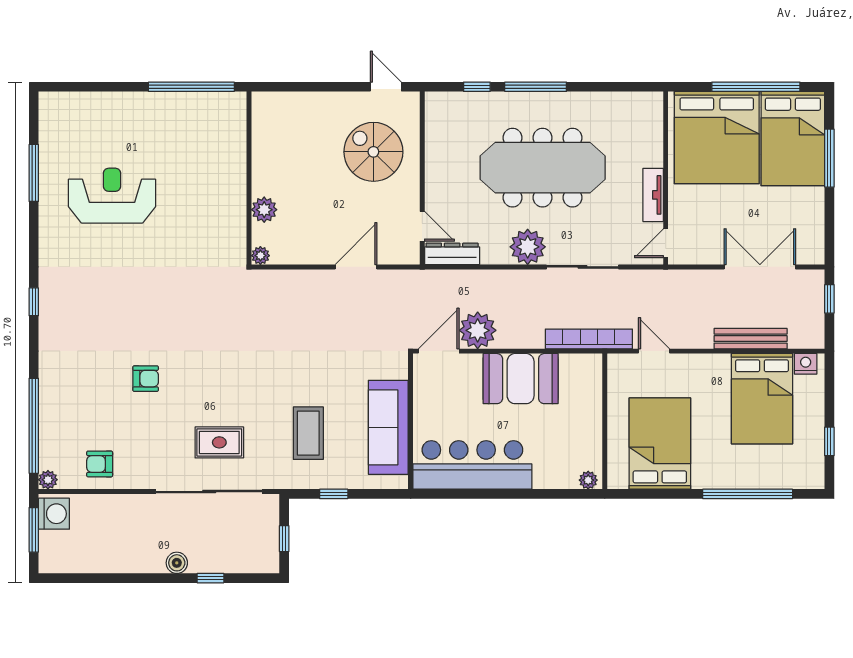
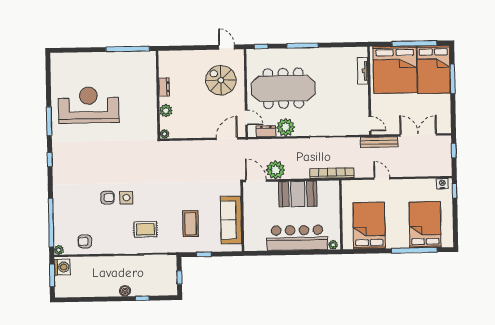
window: (477, 87) -> (261, 46), moved
dresser: (262, 163) -> (164, 87), added
meeting table: (543, 168) -> (283, 88), moved
window: (34, 173) -> (49, 121), moved
tv unit: (653, 195) -> (363, 71), moved
reception desk: (112, 196) -> (89, 105), width x1.36, depth x1.30
door: (666, 243) -> (370, 124), swing flipped
plant: (528, 247) -> (286, 127), moved
dresser: (452, 254) -> (266, 131), width x0.70
door: (356, 267) -> (227, 139), moved
bench: (751, 339) -> (379, 142), moved
door: (439, 351) -> (256, 181), hinge flipped
door: (654, 351) -> (382, 178), moved
side table: (183, 380) -> (126, 198), added
bed: (762, 399) -> (425, 225), moved, turned 180
window: (829, 441) -> (455, 191), moved
bar counter: (472, 465) -> (297, 238), moved

